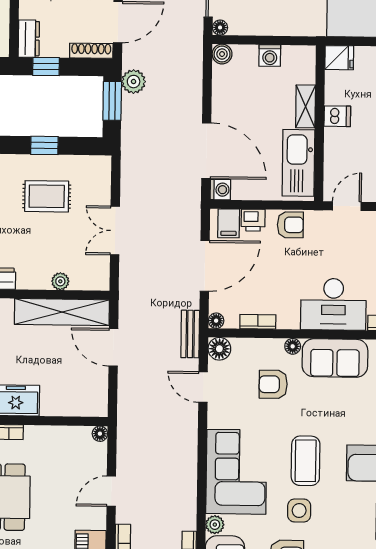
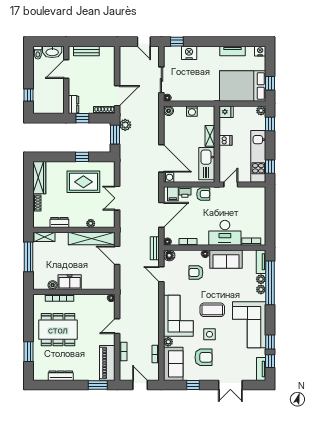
rug: (47, 196) -> (83, 182), width x1.36, depth x1.43
coffee table: (306, 461) -> (212, 310), turned 90

